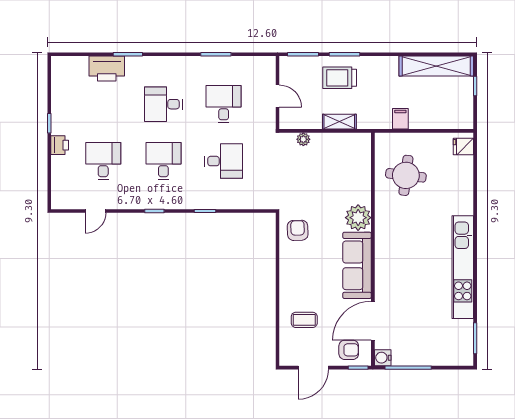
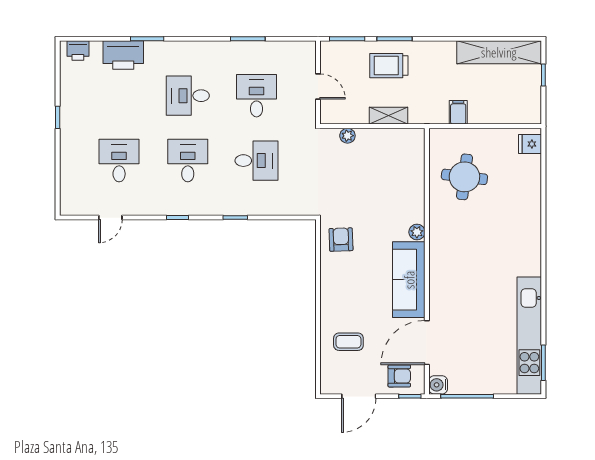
printer: (60, 145) -> (78, 51), moved, turned 90
plant: (358, 218) -> (417, 232), width x0.53, depth x0.53
kitchen unit: (463, 267) -> (529, 336), moved

